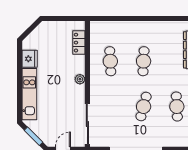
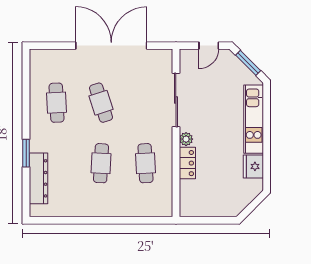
locker: (79, 43) -> (187, 163), moved
cafe table: (144, 107) -> (101, 103), turned -33
sliding door: (87, 124) -> (176, 100), moved

